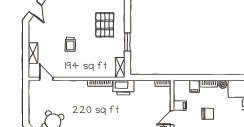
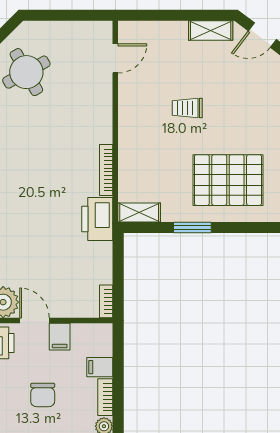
pallet: (105, 25) -> (228, 180), width x1.37, depth x1.41
shelving: (33, 53) -> (211, 30), moved

